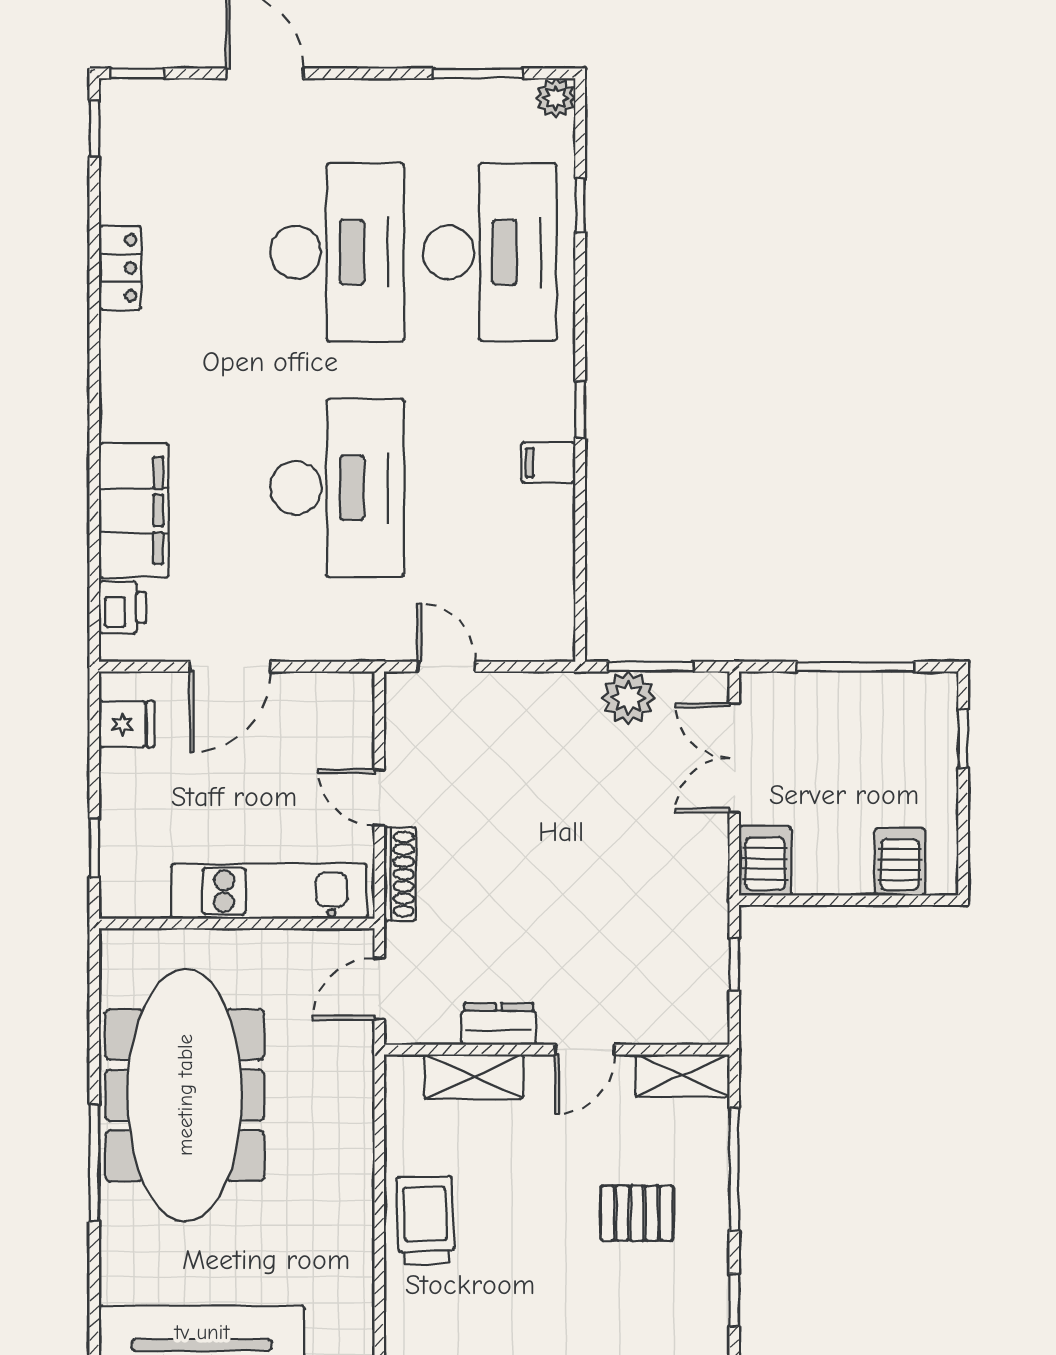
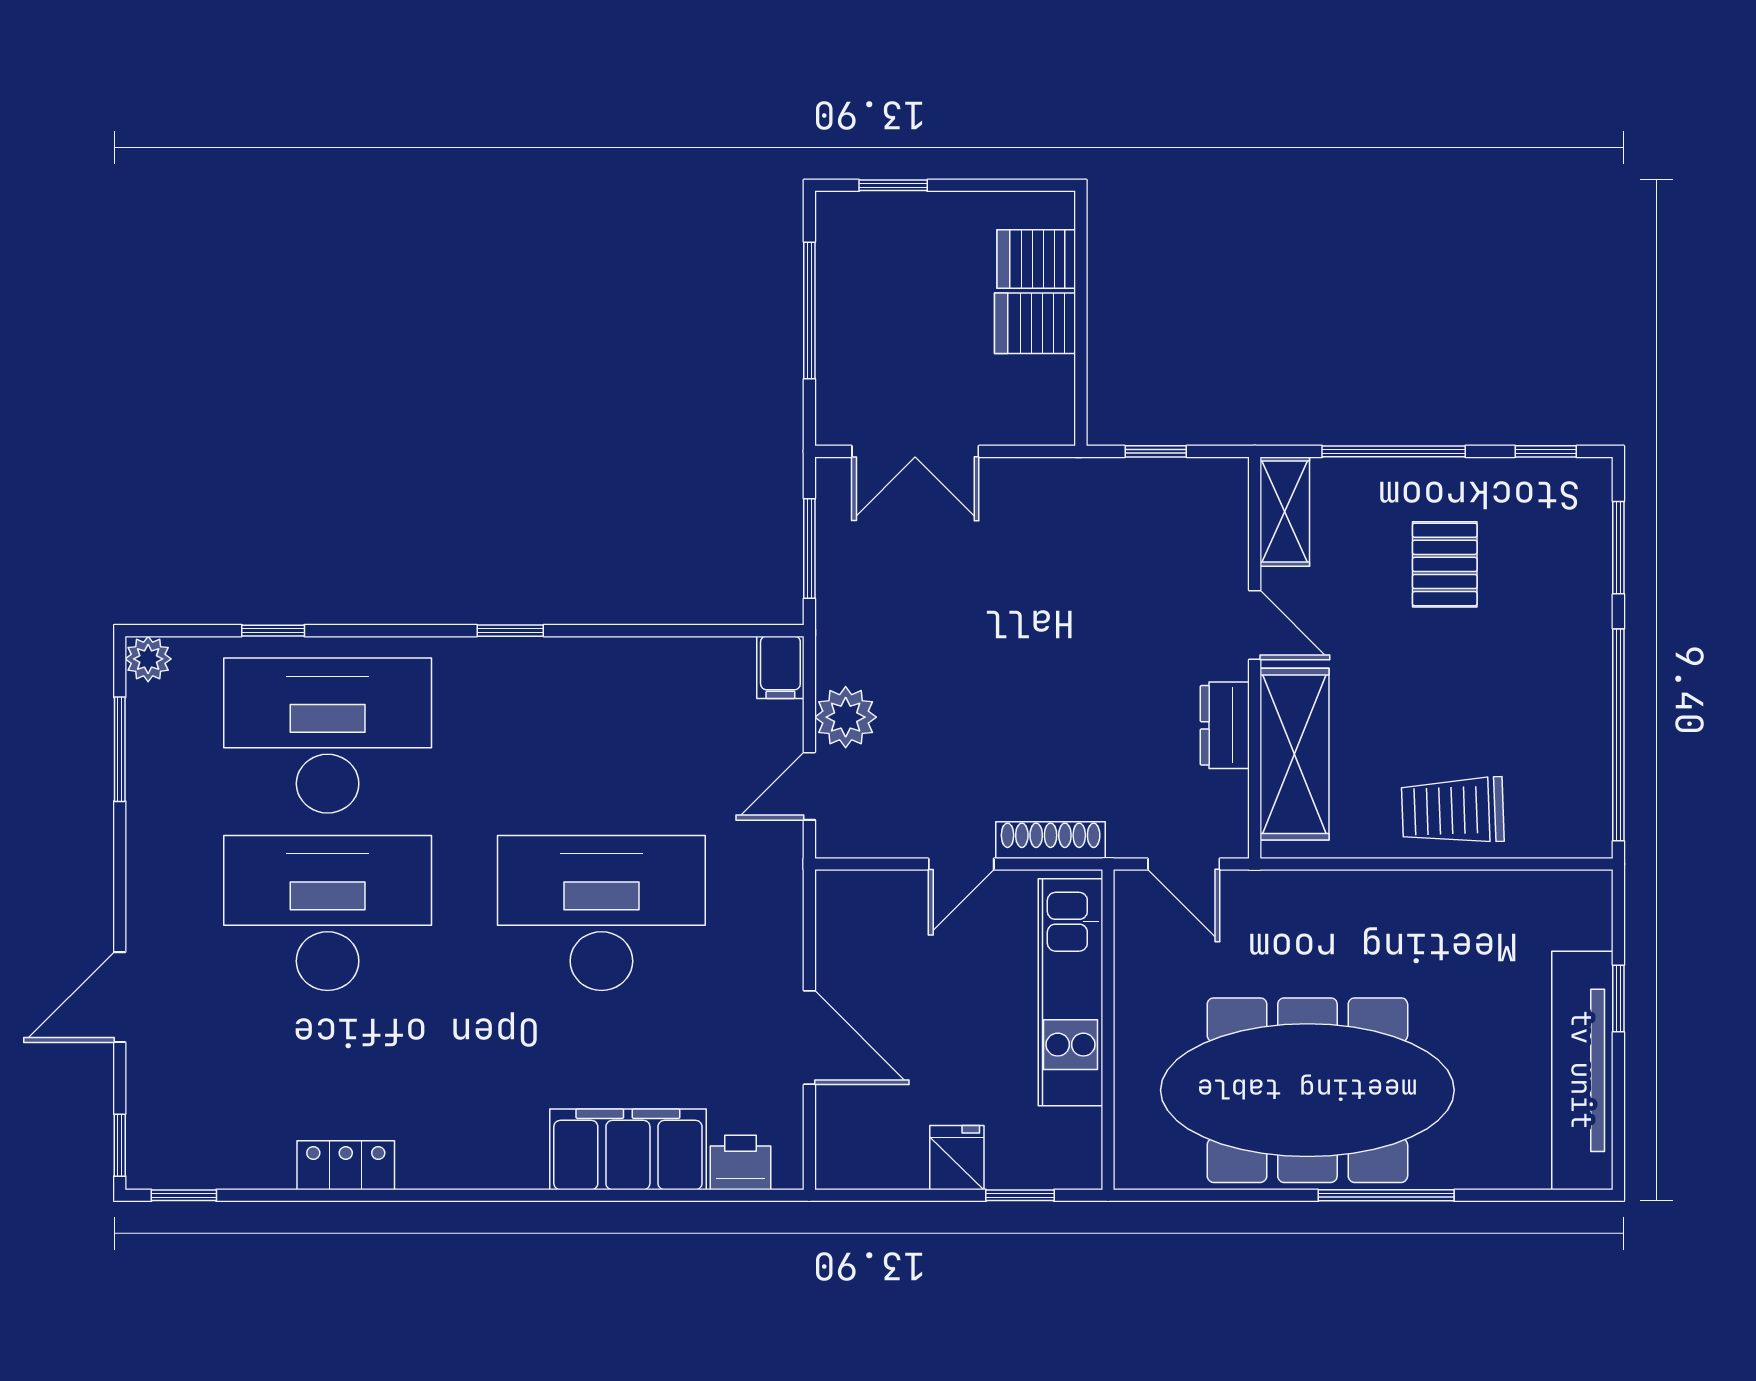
filing cabinet: (548, 462) -> (780, 667), moved
plant: (628, 698) -> (846, 717), moved
fridge: (127, 724) -> (957, 1158), moved
server rack: (765, 861) -> (1035, 323), moved
shelving: (474, 1077) -> (1294, 754), width x1.50, depth x1.33

